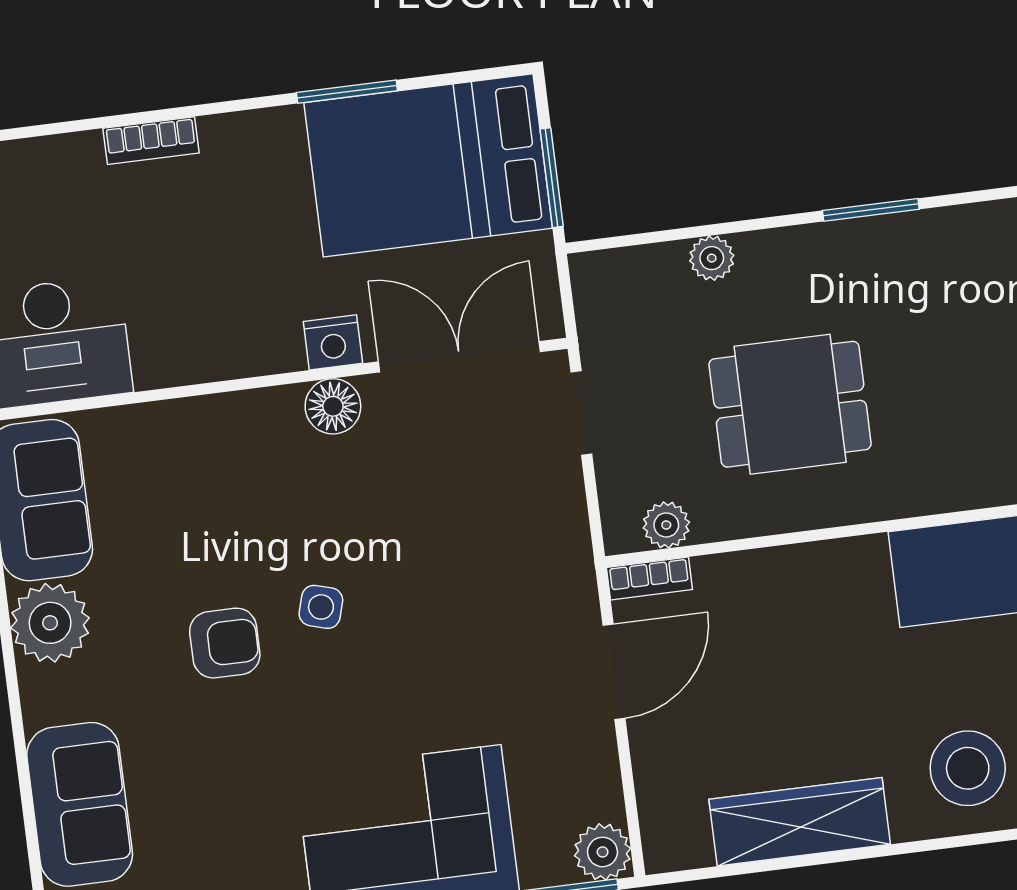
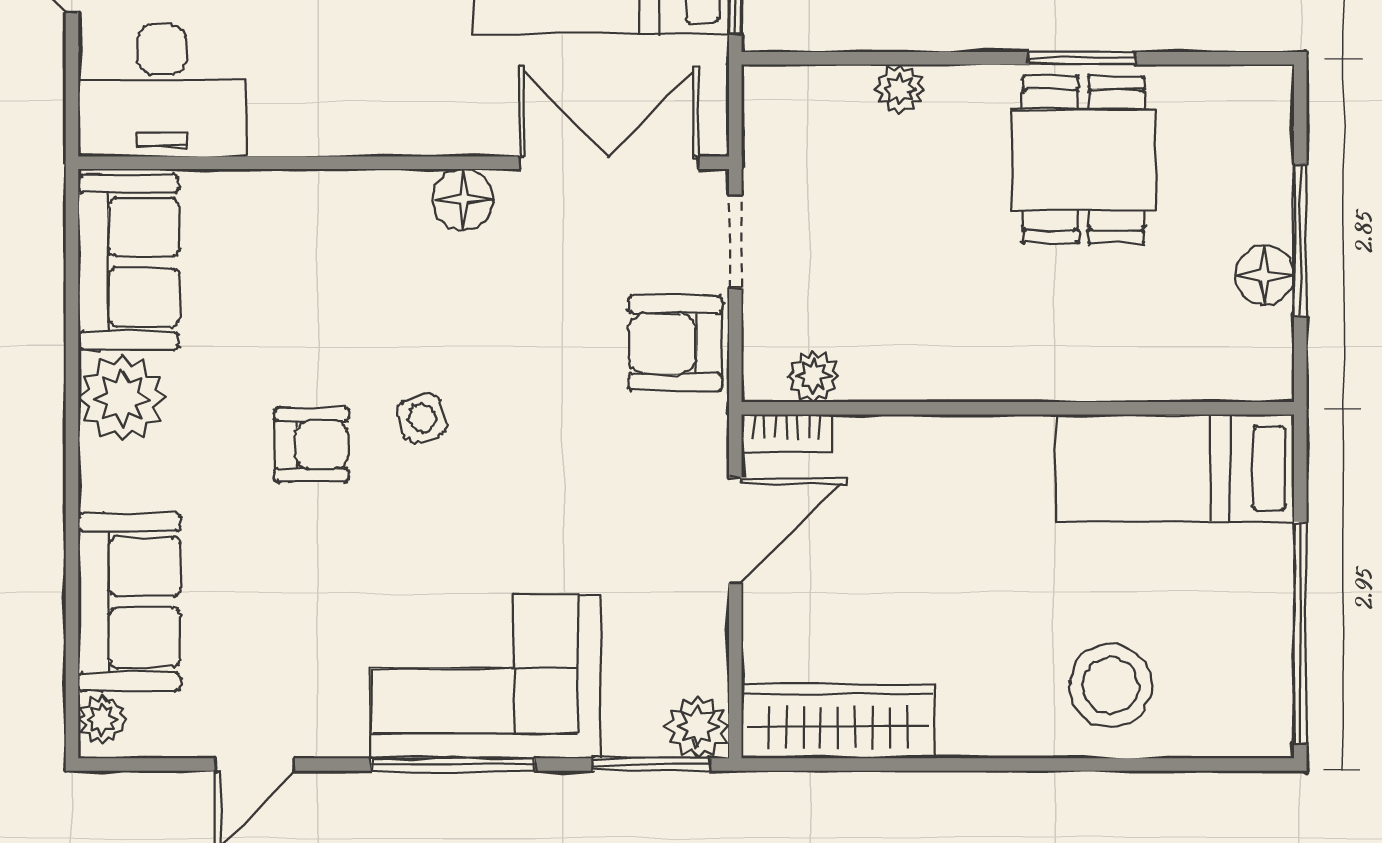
nightstand: (333, 342) -> (472, 129), removed
dining table: (790, 404) -> (1083, 160), moved, turned 90
armchair: (539, 511) -> (675, 343), added
side table: (321, 607) -> (422, 418), turned -33
wardrobe: (800, 822) -> (838, 721), moved

